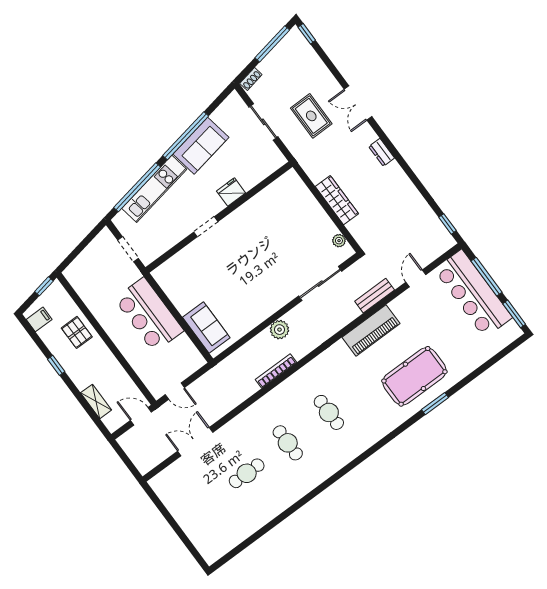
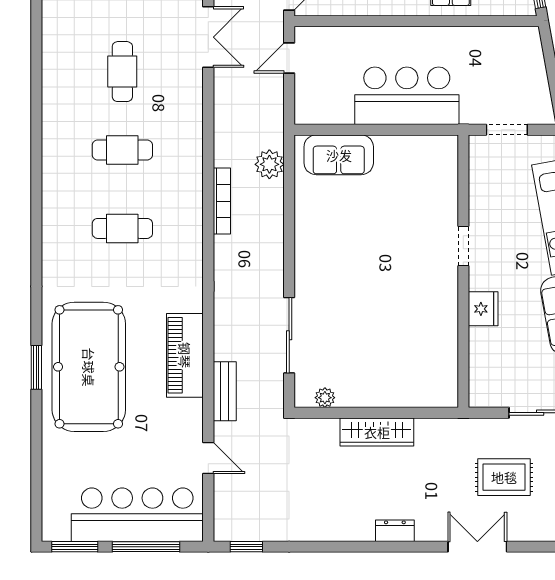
plant: (280, 330) -> (269, 164), moved
pool table: (414, 376) -> (89, 367), width x1.36, depth x1.32

